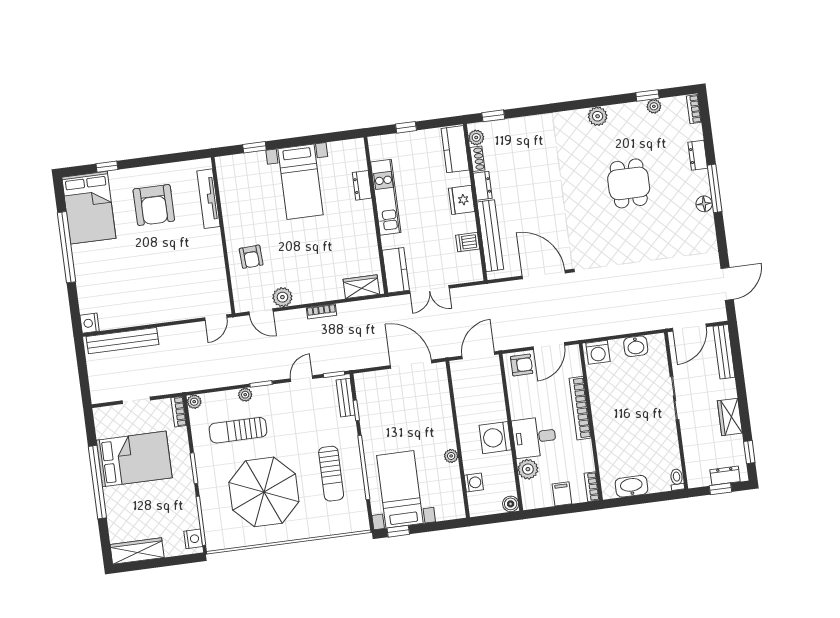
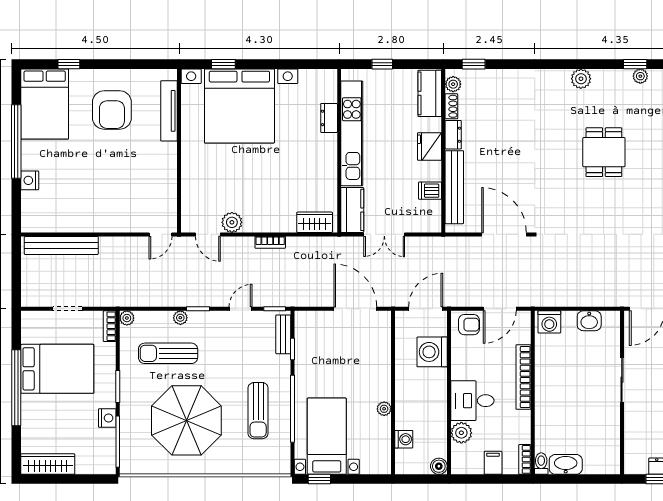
bed with nightstands: (301, 182) -> (239, 106), width x1.85
kitchen unit: (386, 197) -> (352, 133), width x1.36
armchair: (251, 257) -> (205, 176), removed
nightstand: (90, 323) -> (30, 180), moved
washing machine: (495, 438) -> (432, 352), moved
toilet: (677, 479) -> (541, 464), moved
nightstand: (193, 539) -> (107, 418), moved

